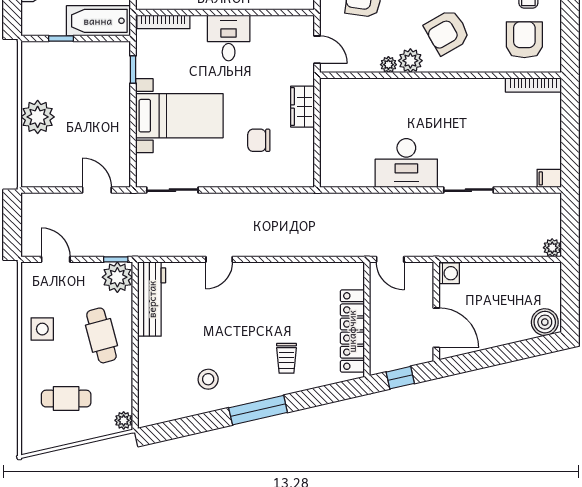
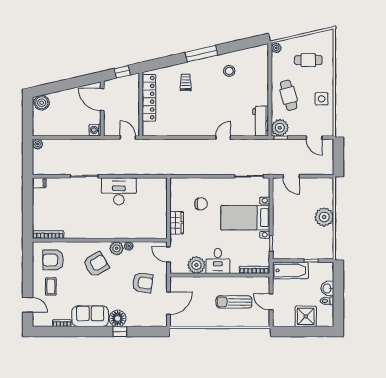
plant: (267, 31) -> (196, 265), added
armchair: (524, 40) -> (53, 260), turned 90
workbench: (152, 299) -> (261, 121), width x0.73

